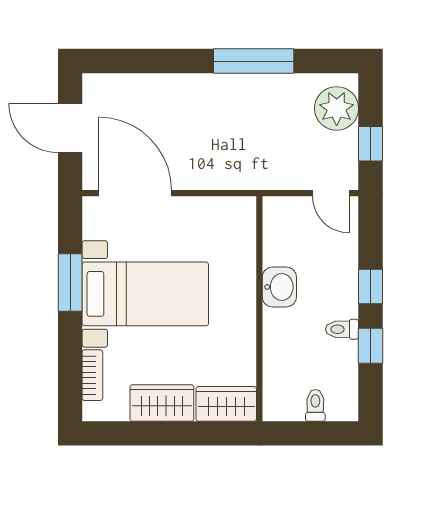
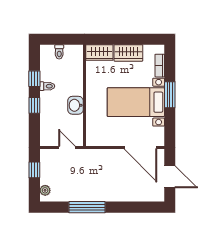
plant: (337, 108) -> (45, 190), width x0.53, depth x0.53
door: (331, 193) -> (67, 148), moved
window: (70, 282) -> (170, 95), moved

